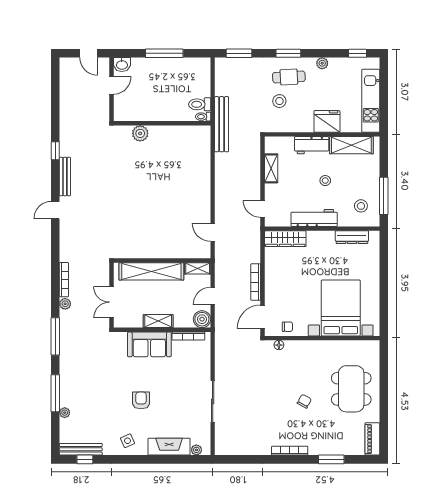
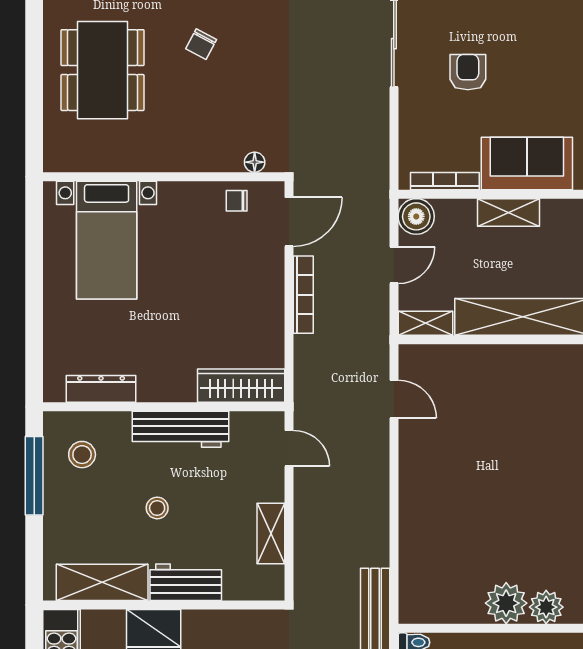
plant: (159, 135) -> (506, 603), added
bed with nightstands: (341, 308) -> (107, 240), width x0.73
armchair: (141, 400) -> (468, 72), moved, turned 180

